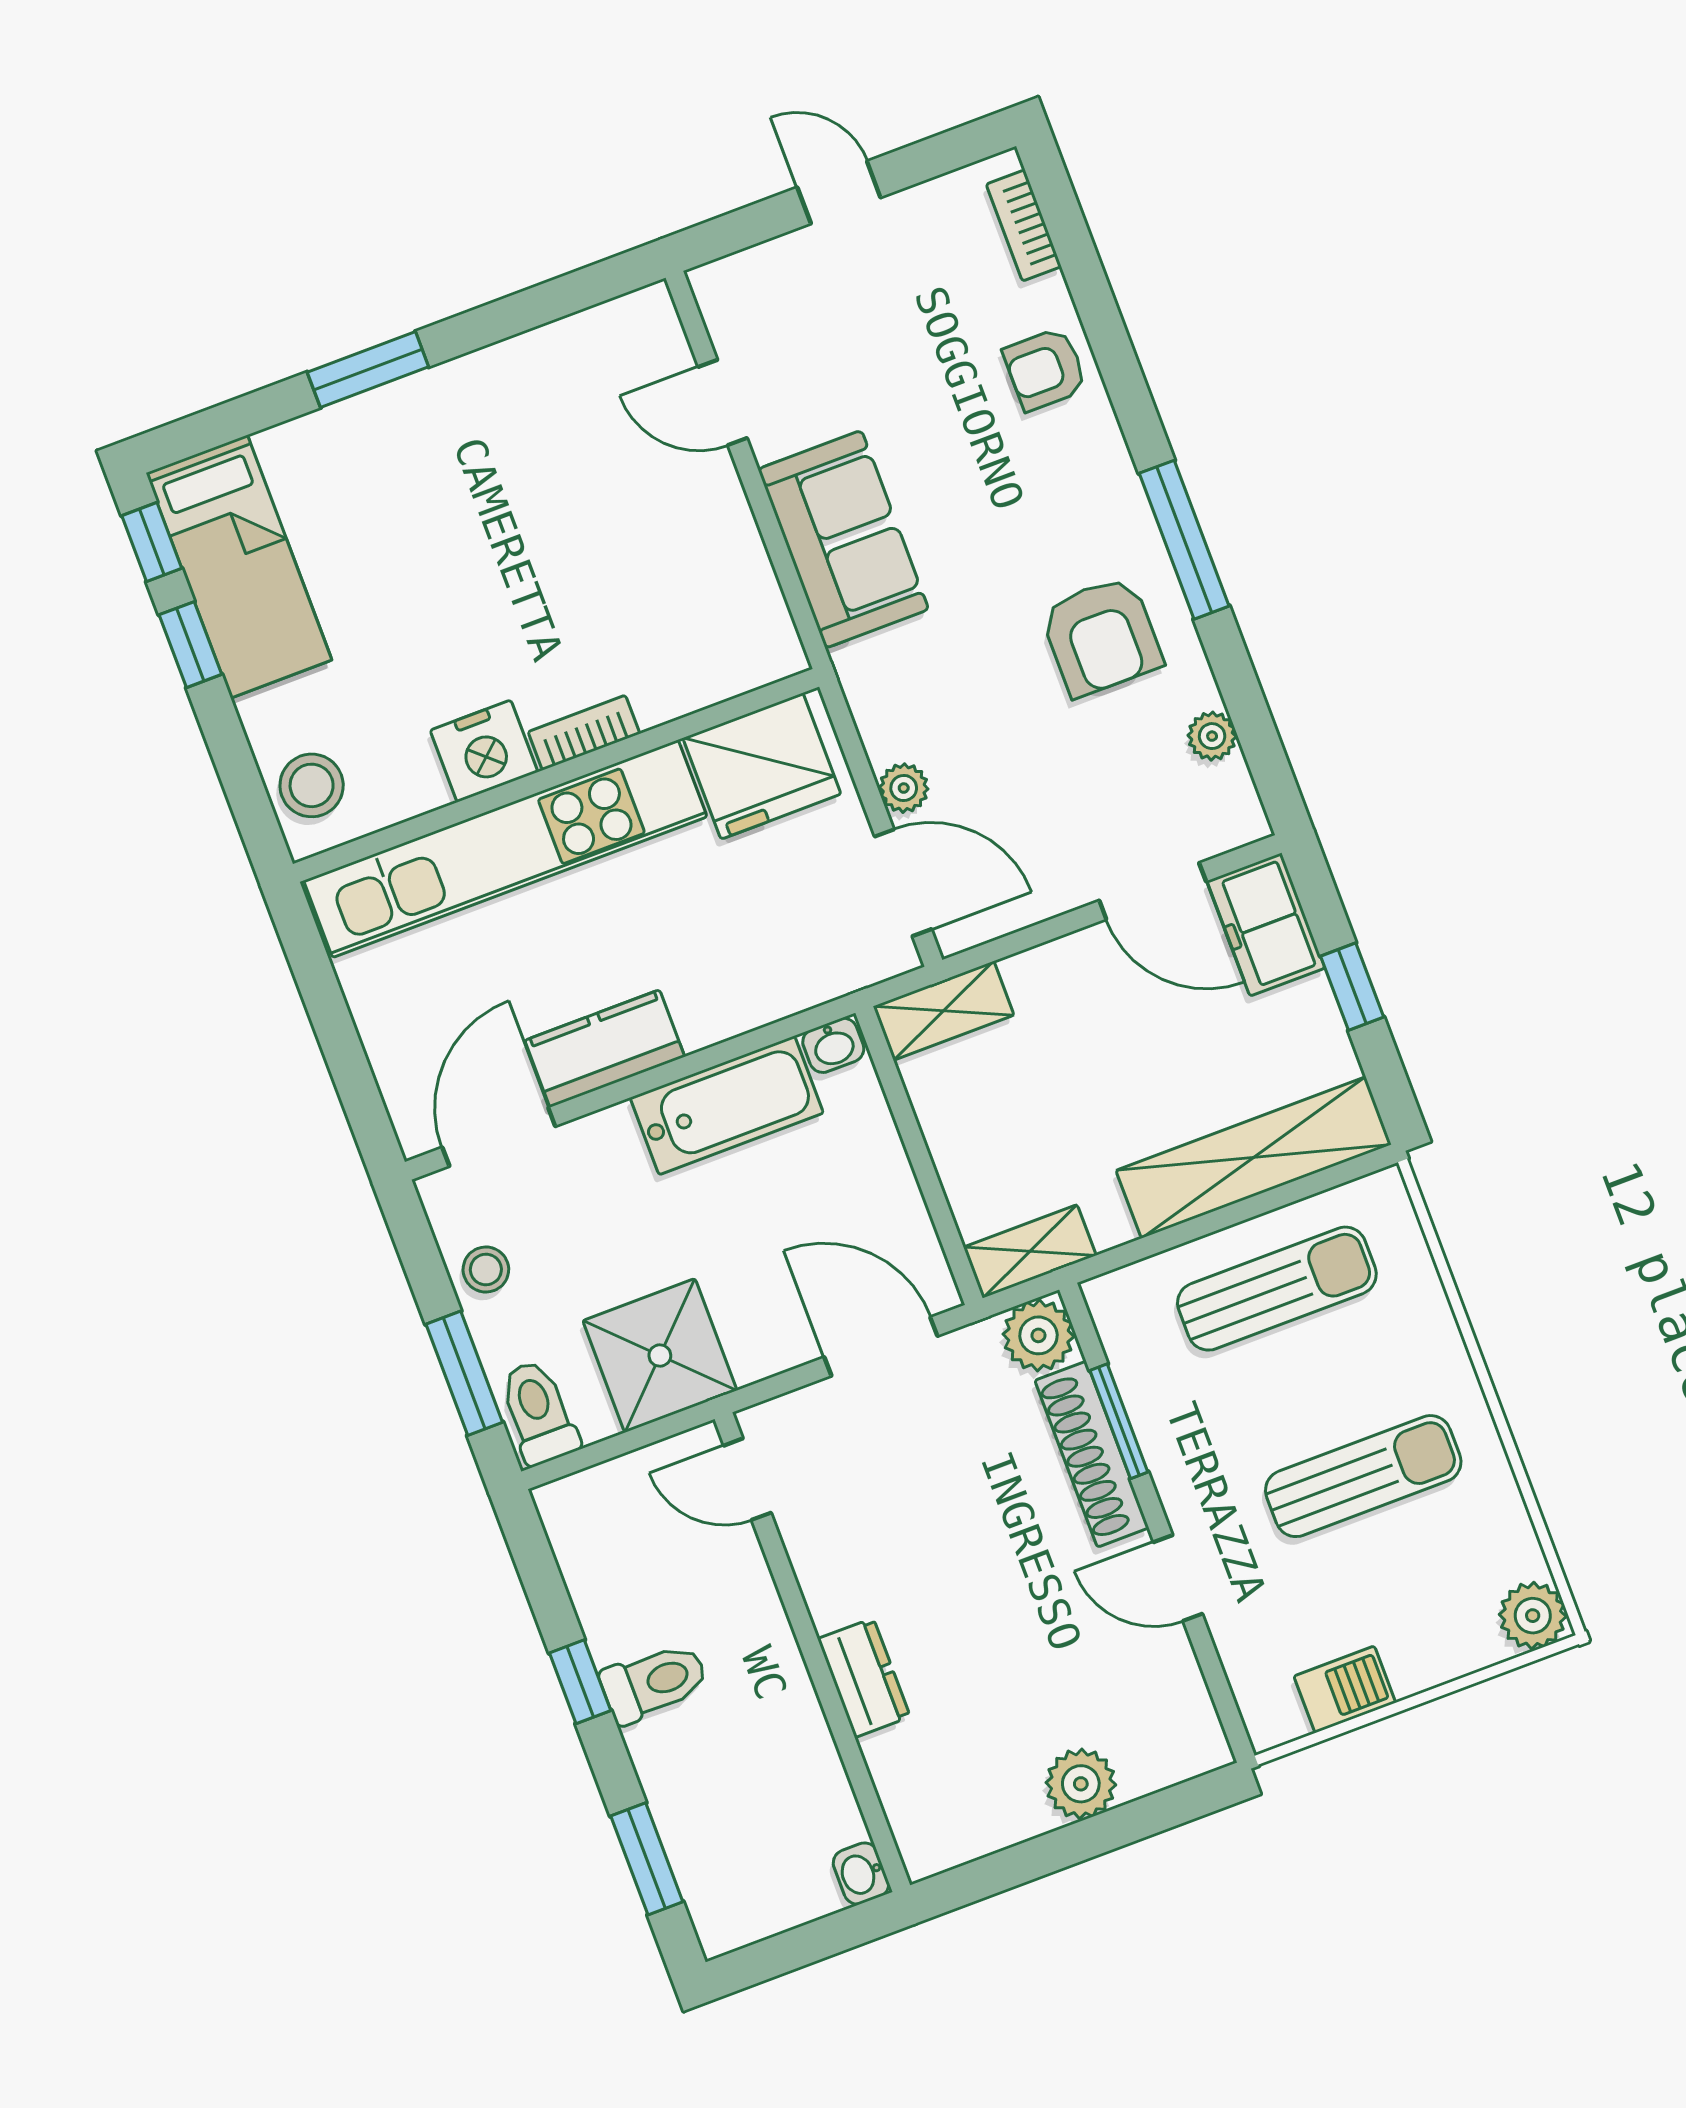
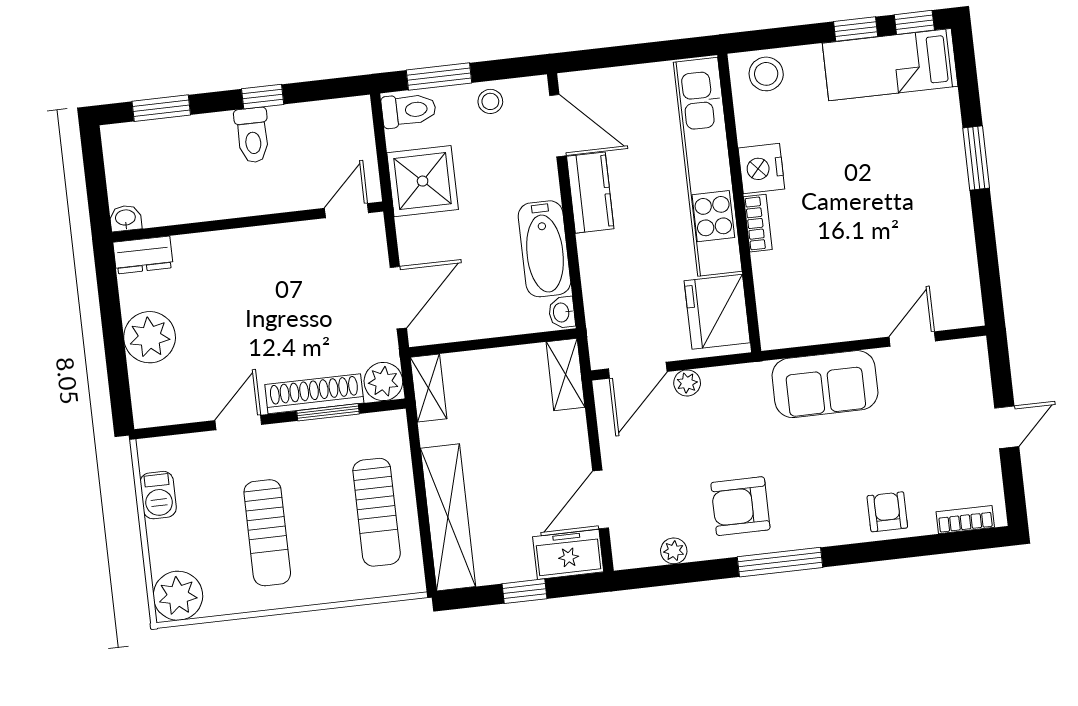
plant: (1533, 1616) -> (178, 596), width x1.36, depth x1.36
dresser: (864, 1678) -> (143, 255), moved
plant: (1081, 1784) -> (150, 337), width x1.36, depth x1.36

